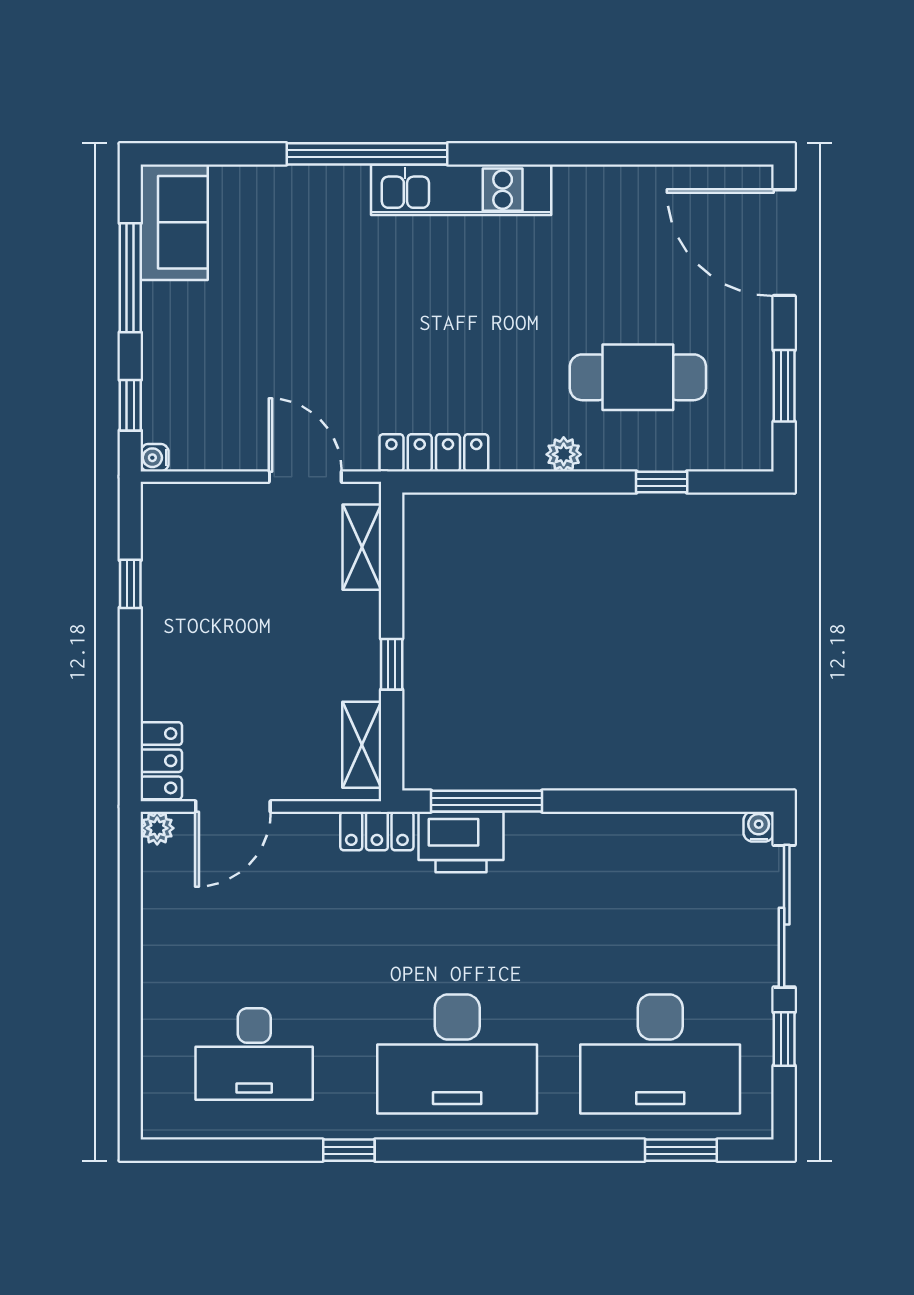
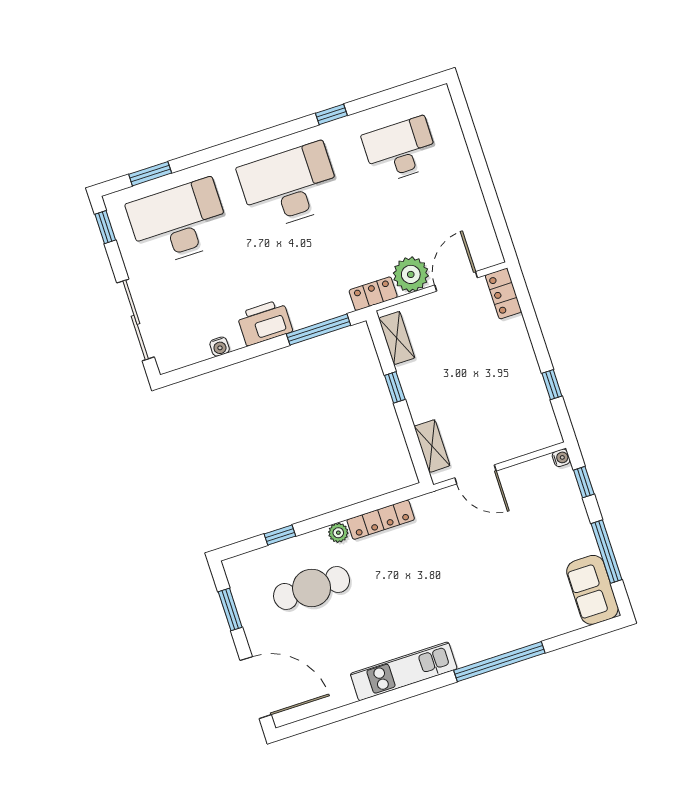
kitchen unit: (461, 190) -> (404, 671), moved
locker: (434, 453) -> (381, 520), moved
water cooler: (759, 827) -> (220, 347), moved
plant: (157, 828) -> (411, 274), moved, width x1.87, depth x1.87
printer: (461, 842) -> (265, 322), moved
window: (784, 1039) -> (105, 227), moved

